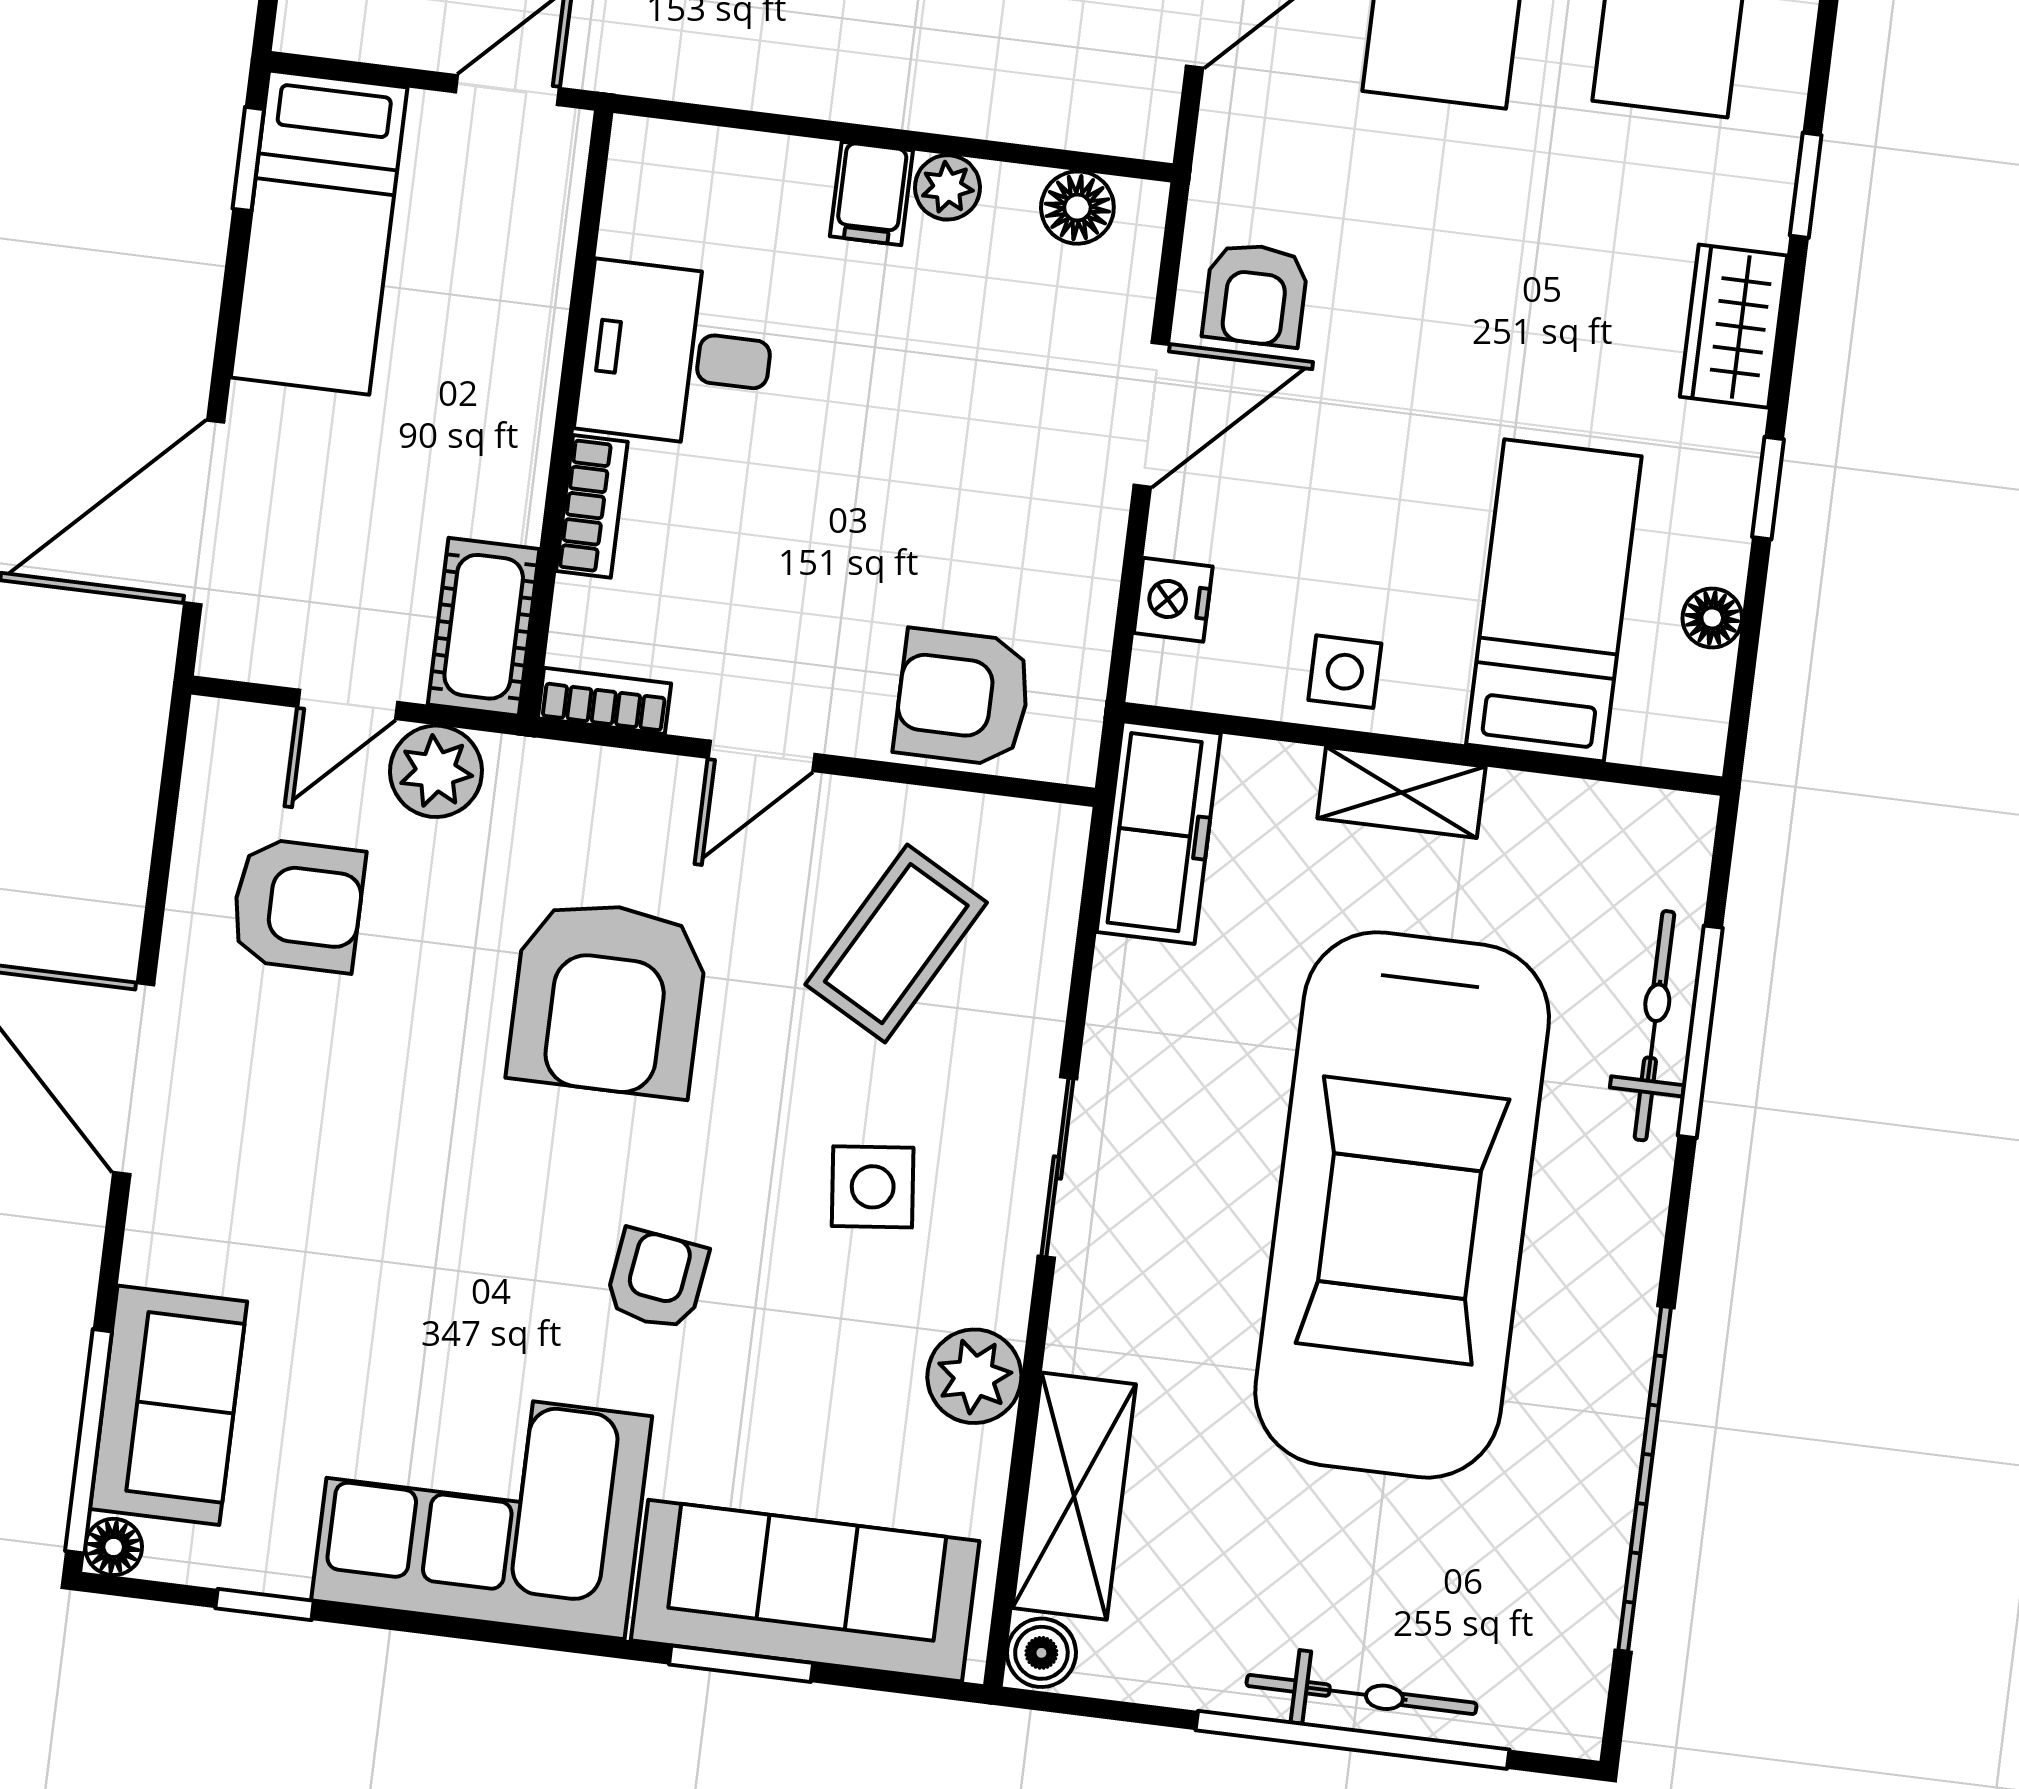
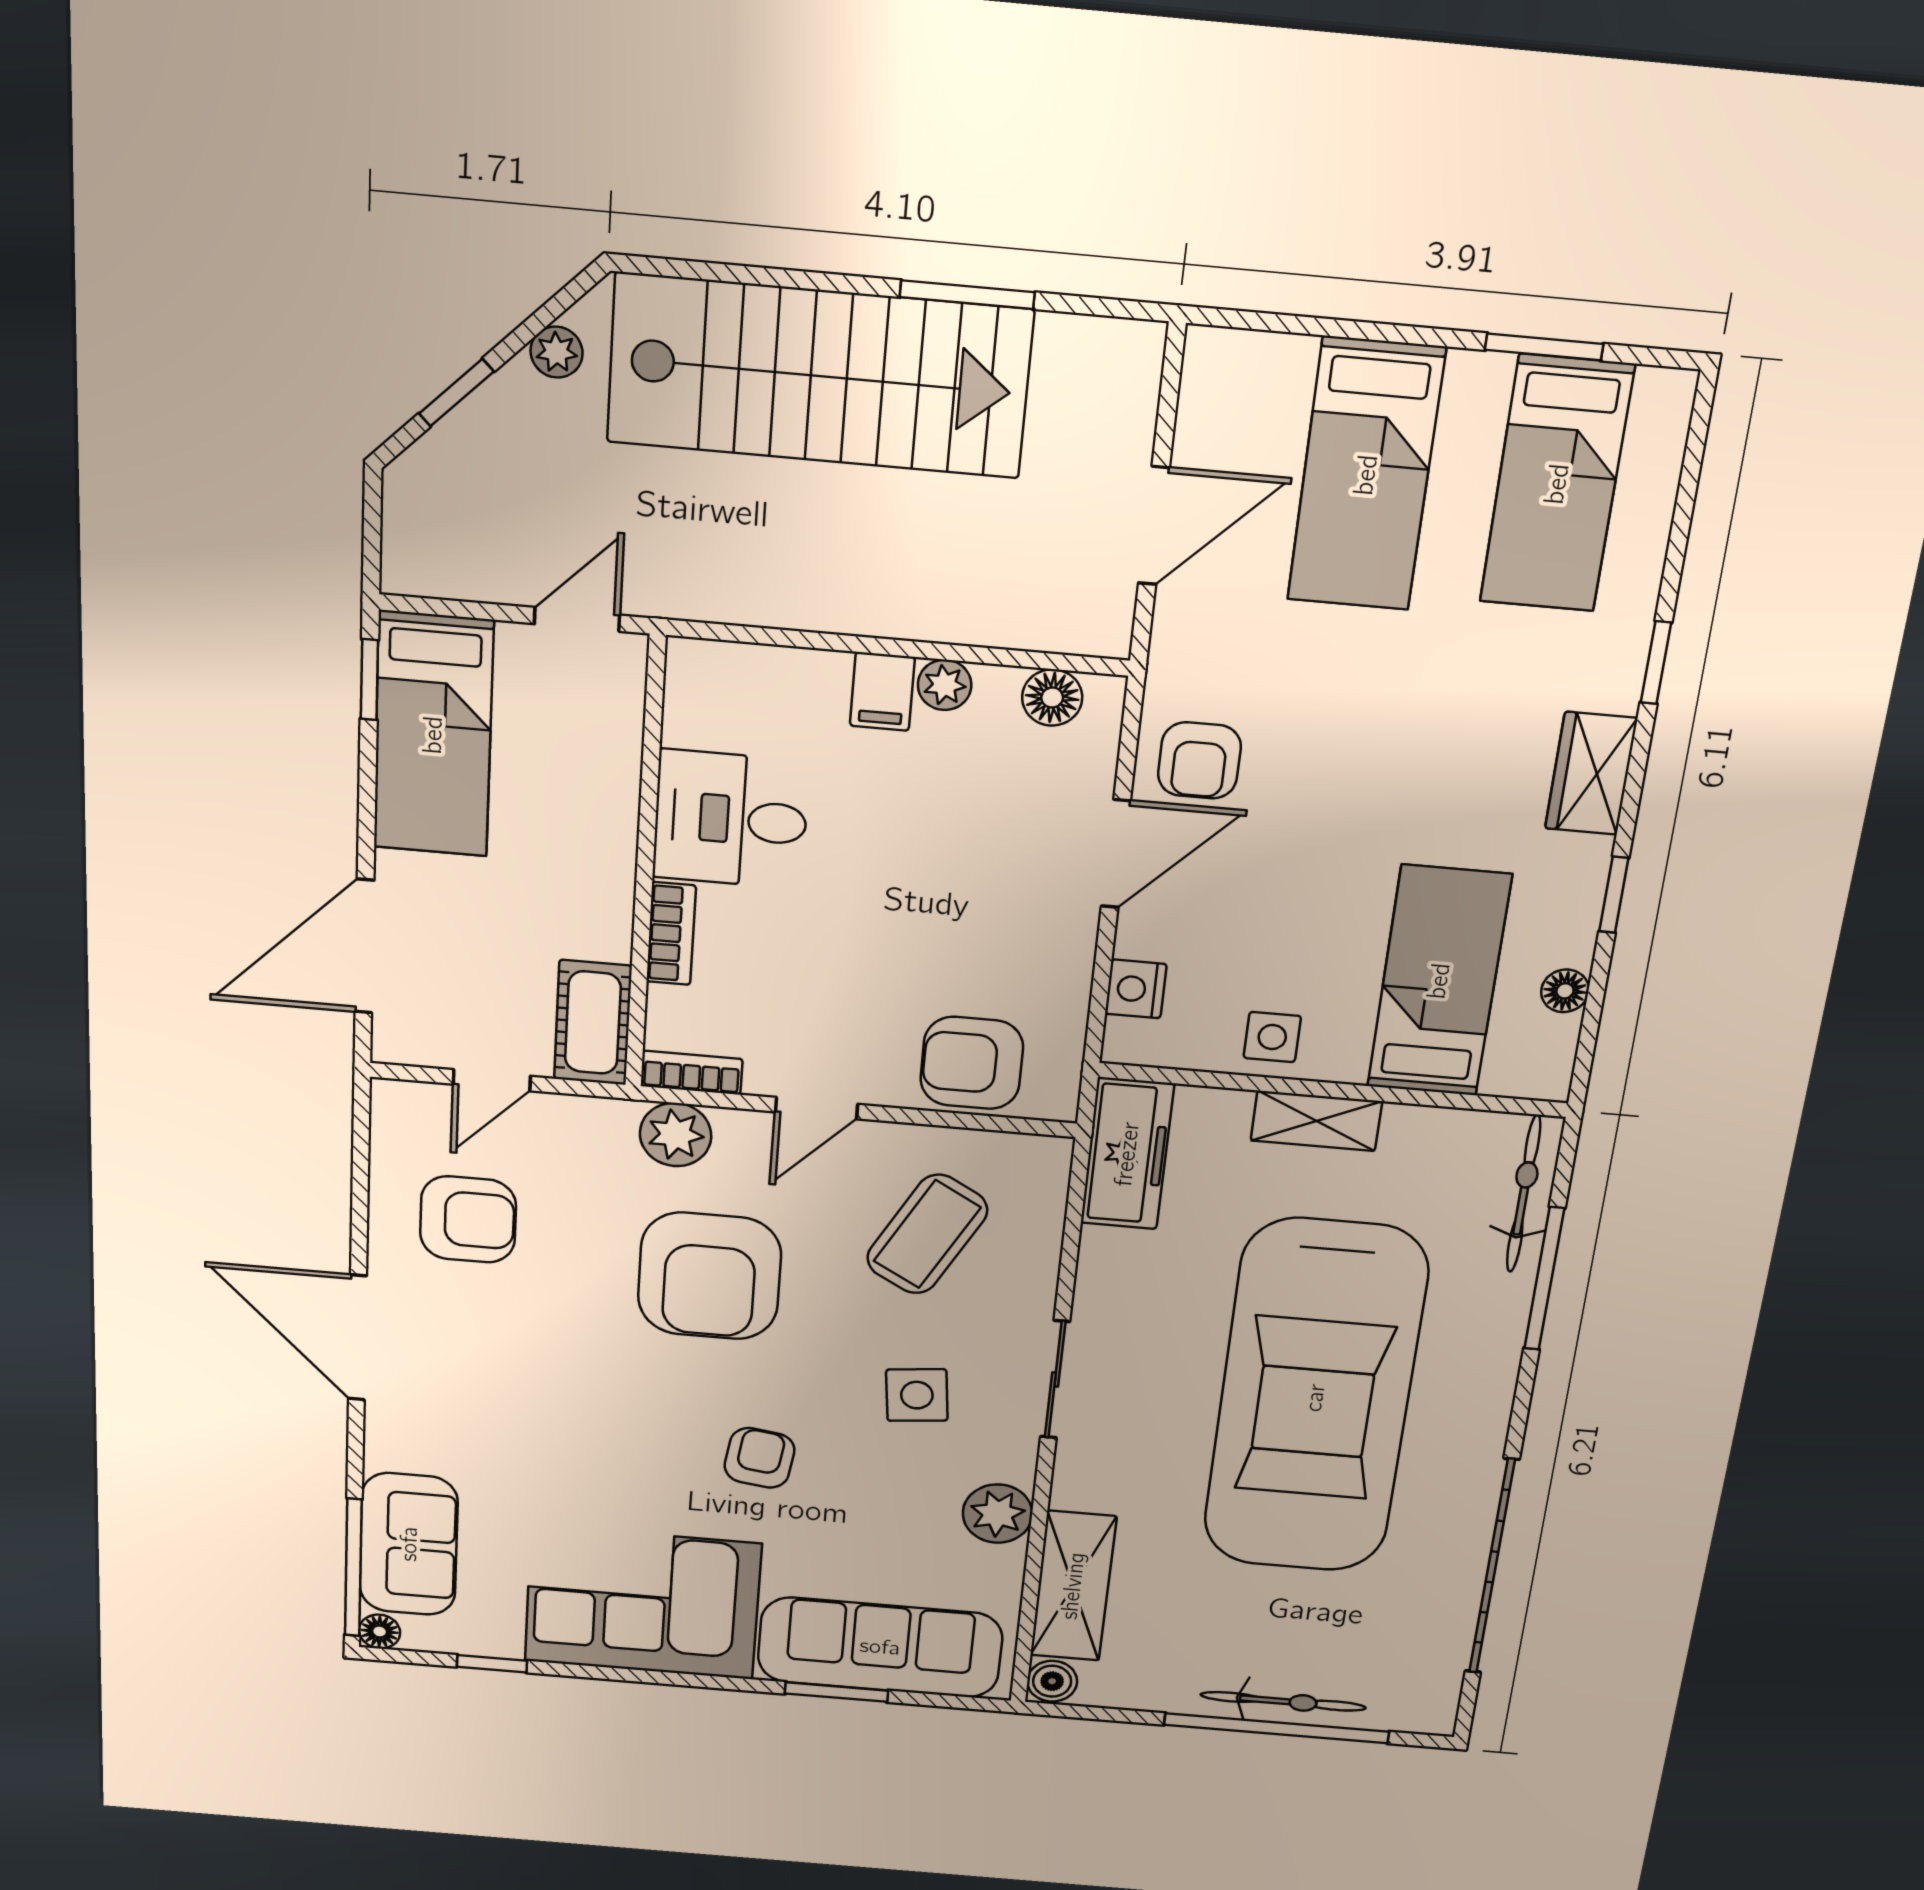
plant: (436, 771) -> (676, 1135), moved
bicycle: (1654, 1026) -> (1524, 1194), moved

